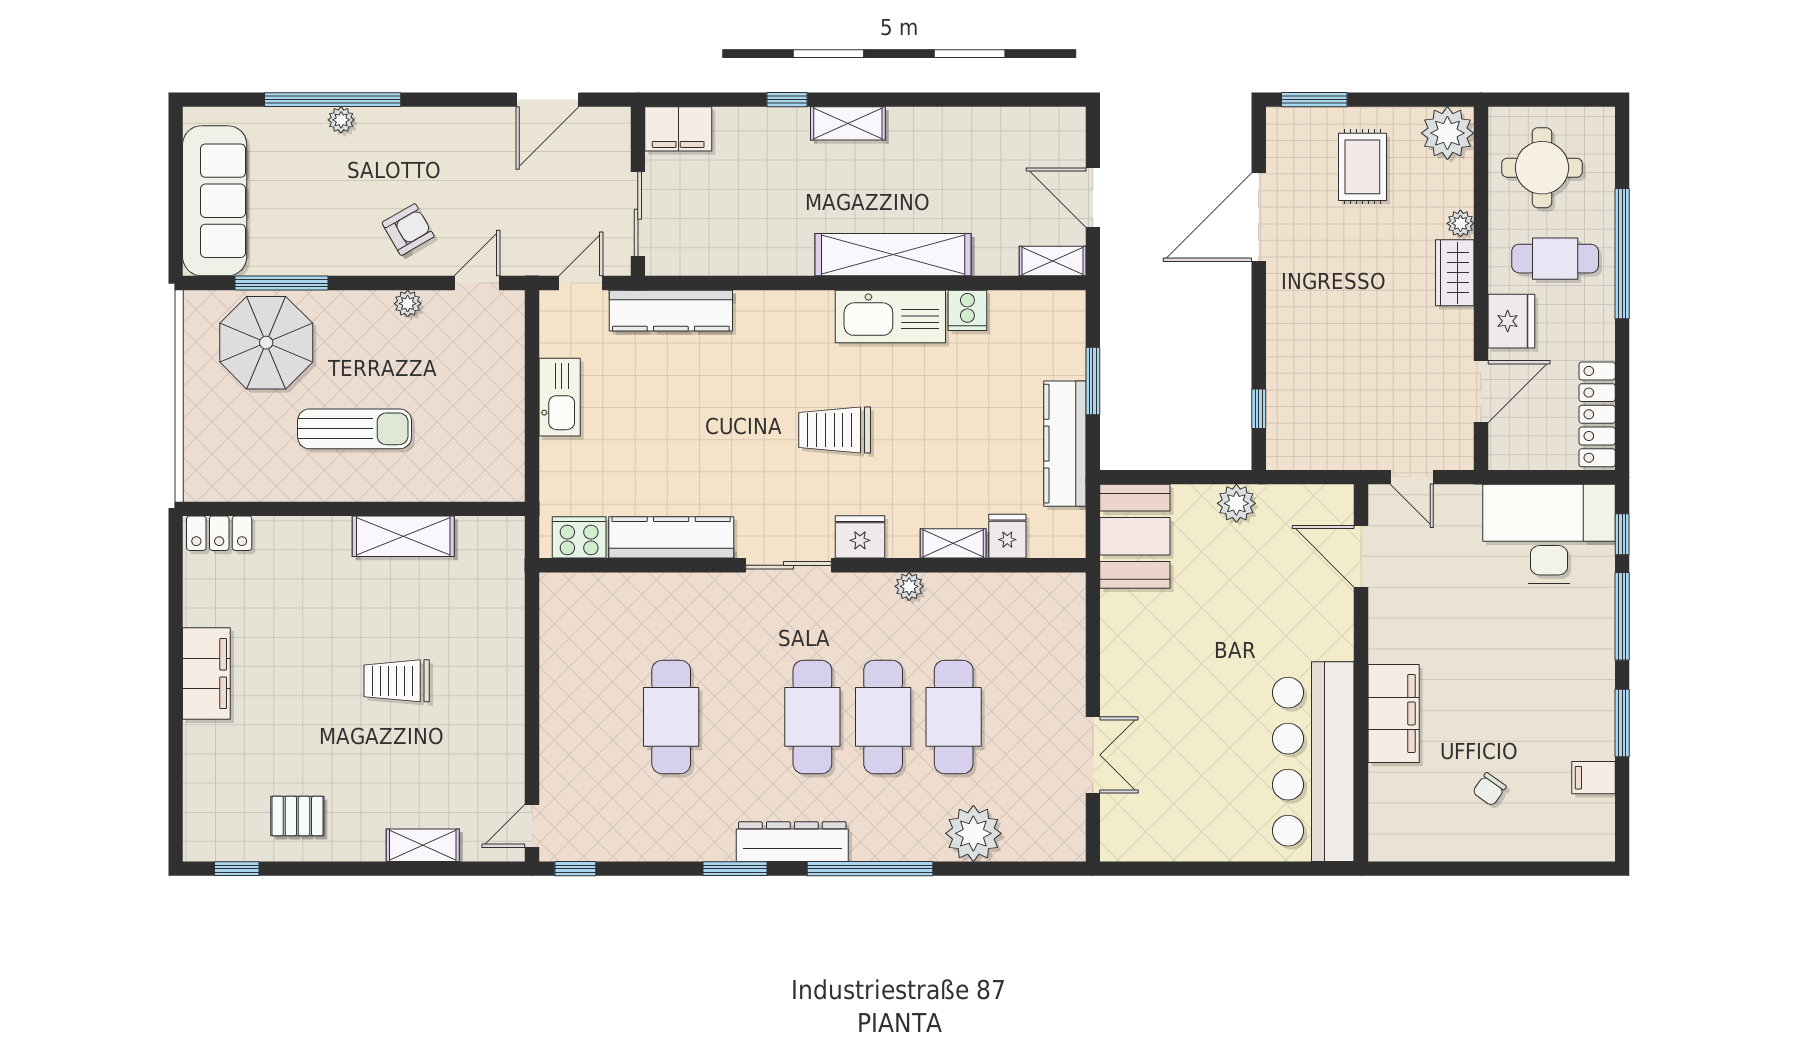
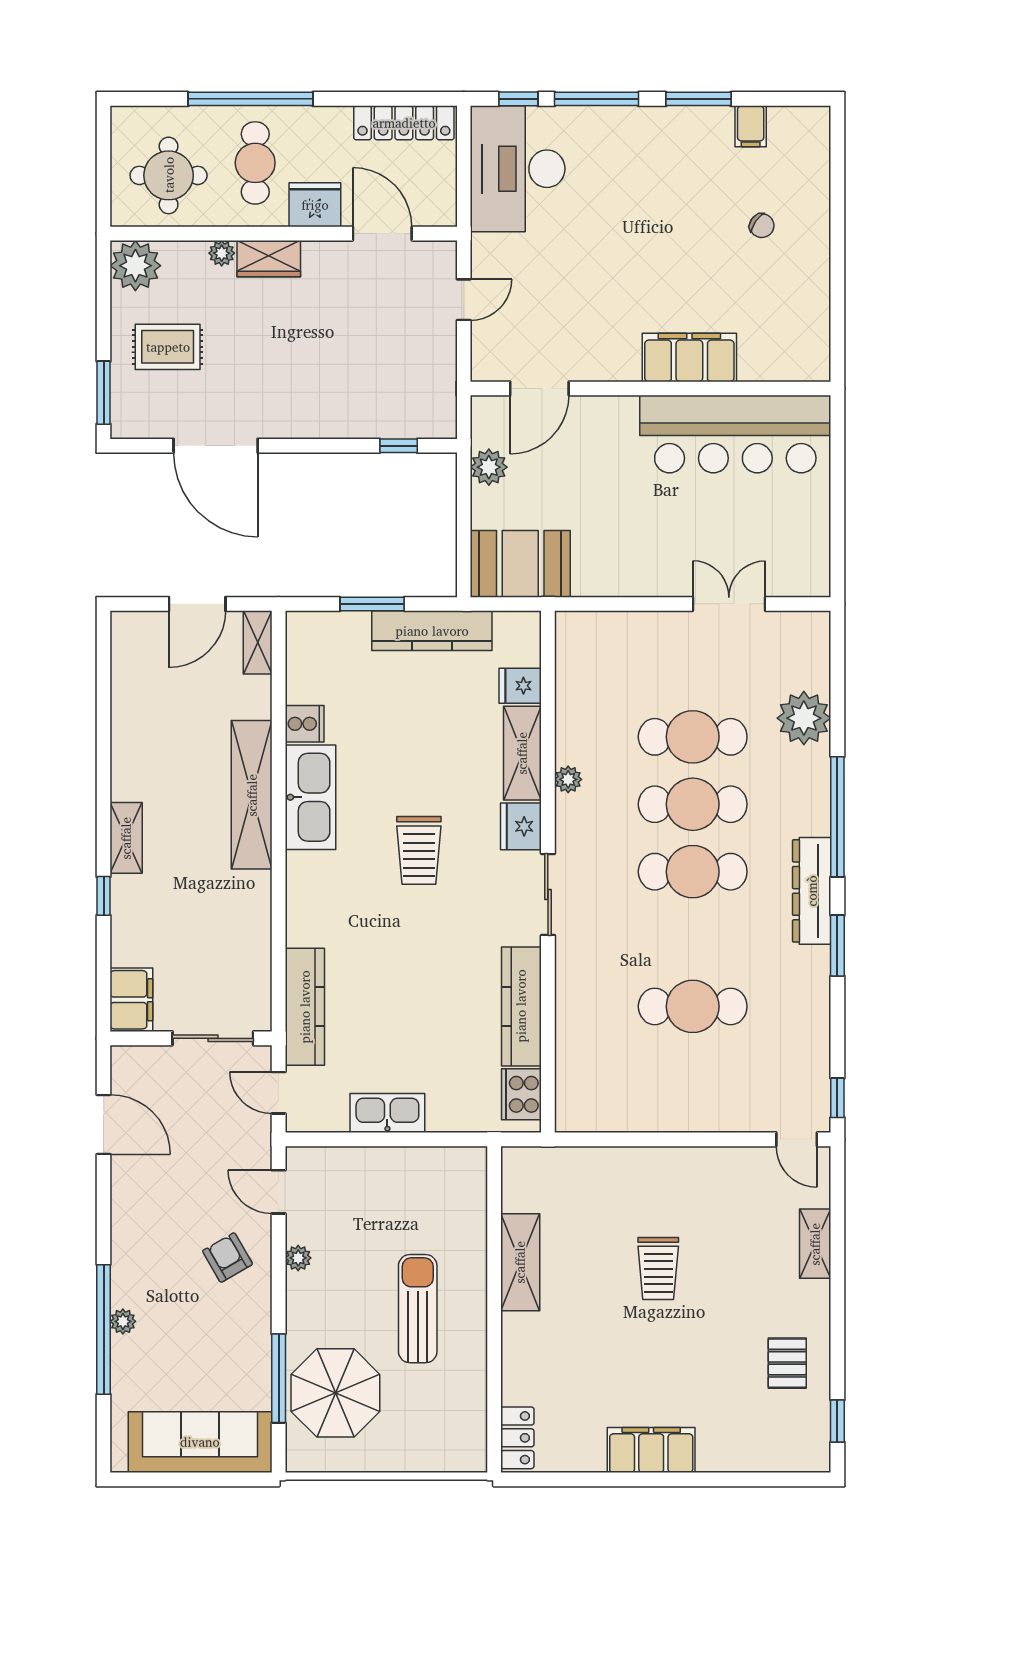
shelving: (953, 543) -> (522, 753), width x1.50, depth x1.33
door: (1361, 556) -> (539, 389), moved
wall: (1361, 673) -> (651, 389), moved
filing cabinet: (1394, 713) -> (689, 357), moved
bar counter: (1313, 762) -> (735, 434), moved

